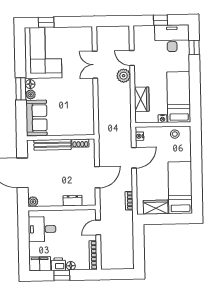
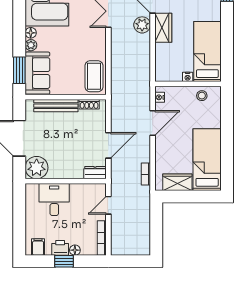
window: (21, 89) -> (19, 70), moved
wardrobe: (142, 99) -> (163, 28), moved
coffee table: (84, 120) -> (94, 76), added
dresser: (73, 201) -> (95, 173), moved
plant: (33, 202) -> (37, 168), width x1.88, depth x1.88
desk: (42, 229) -> (54, 200), moved, turned 90
filing cabinet: (40, 264) -> (38, 247), width x0.50

